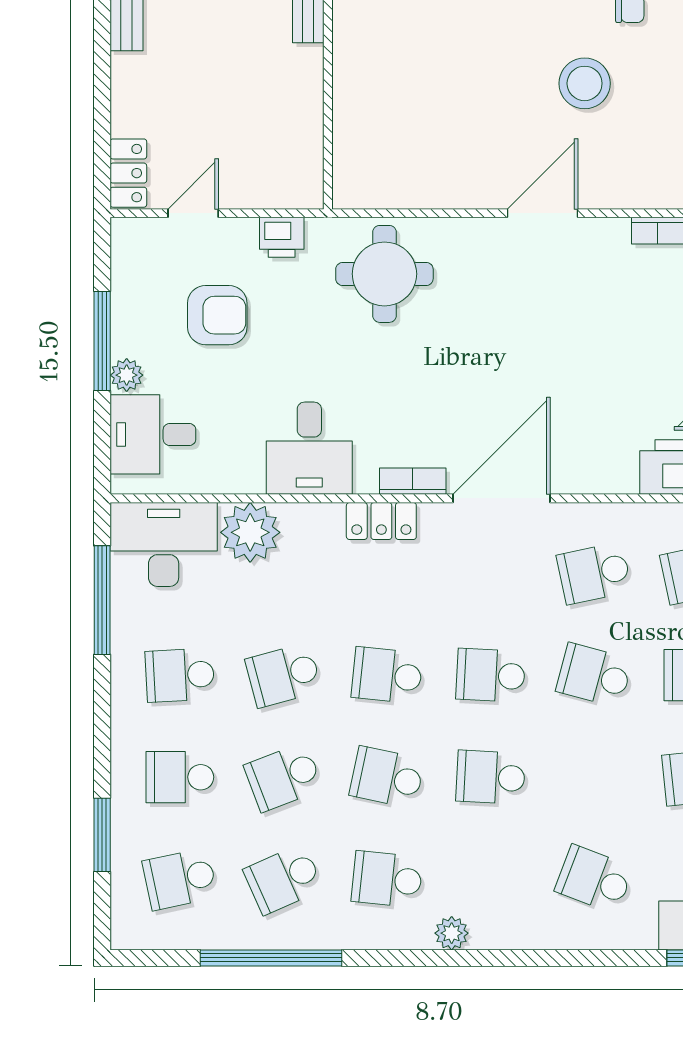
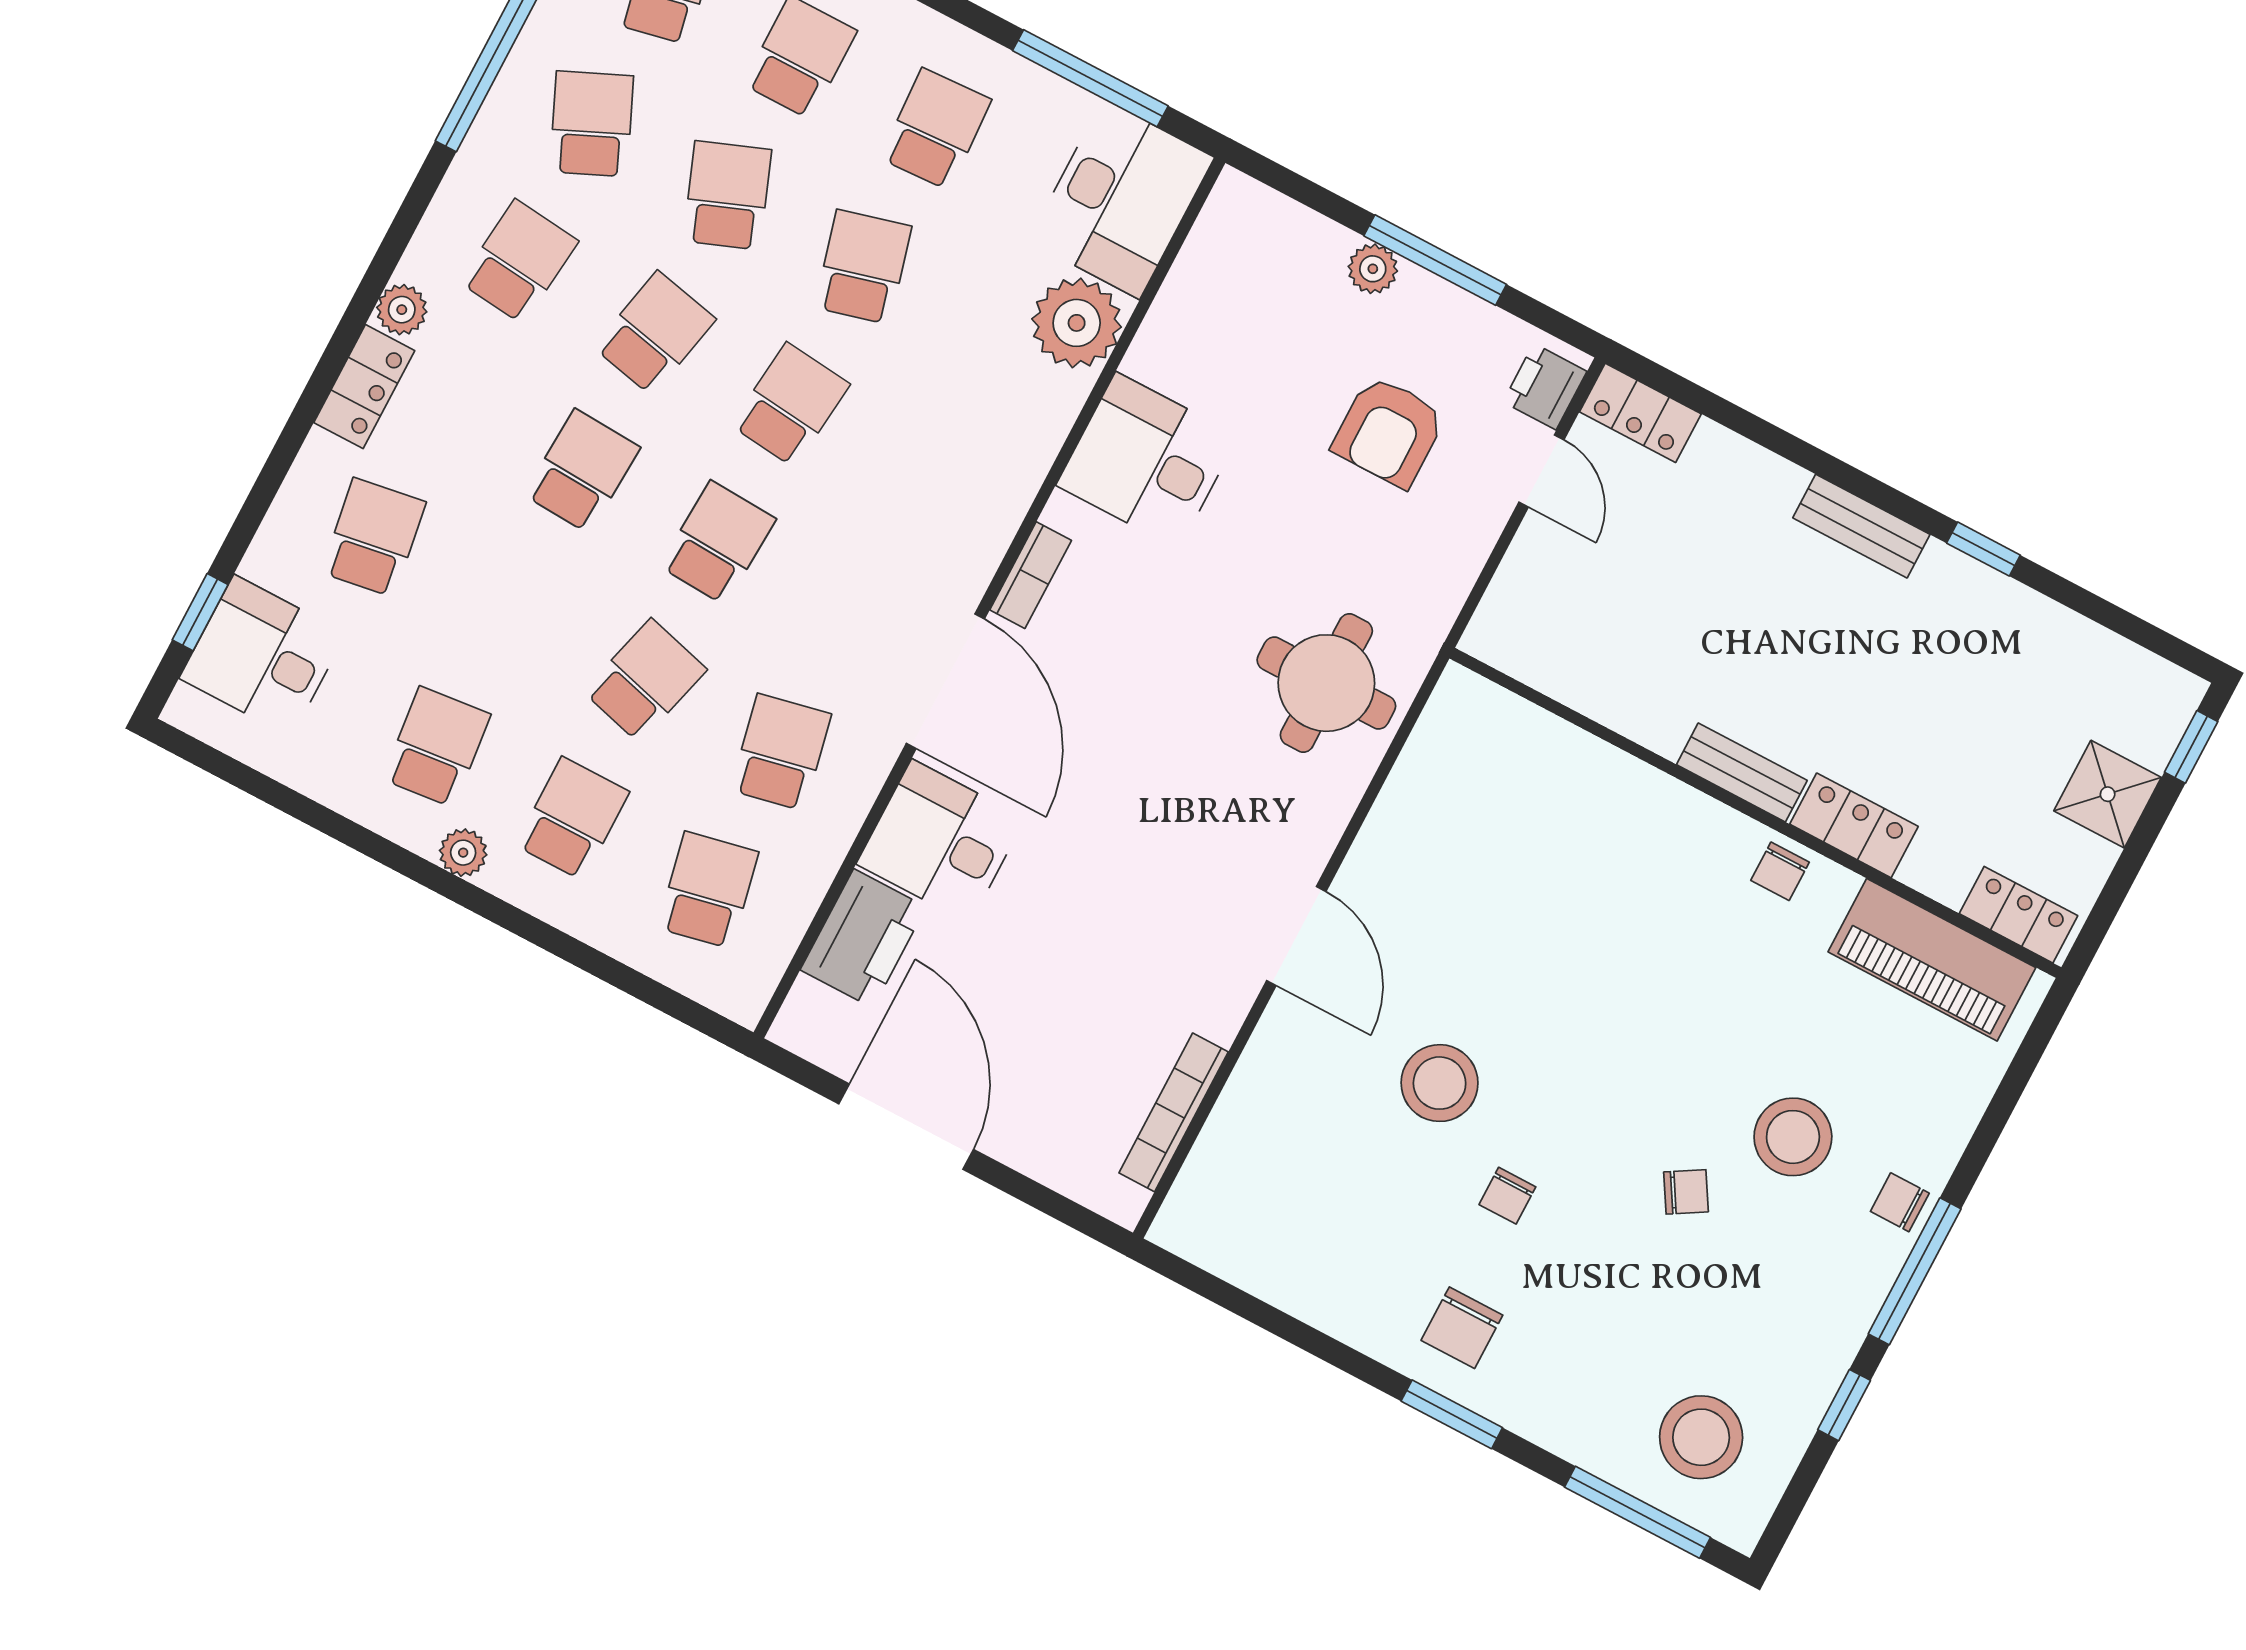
printer: (282, 237) -> (1545, 387), moved
desk: (153, 434) -> (941, 841), moved, turned -90
locker: (381, 521) -> (364, 387), moved, turned 180
school desk: (594, 879) -> (374, 537), turned -30

